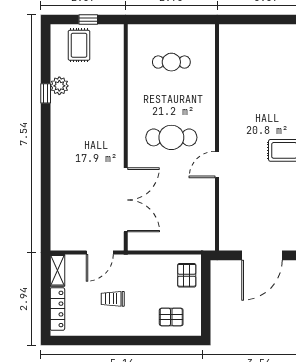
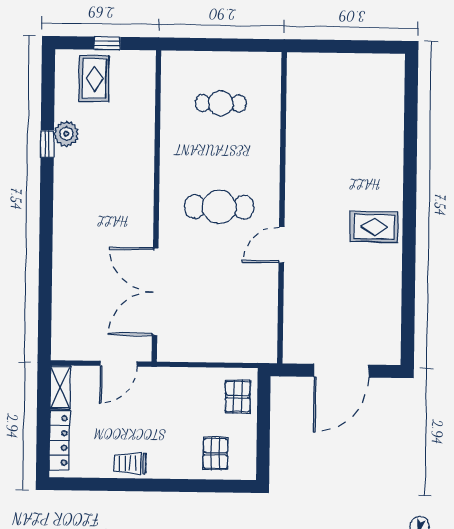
double door: (126, 200) -> (155, 292), swing flipped
trolley: (113, 299) -> (130, 463), moved
pallet: (171, 317) -> (216, 454), turned 90

